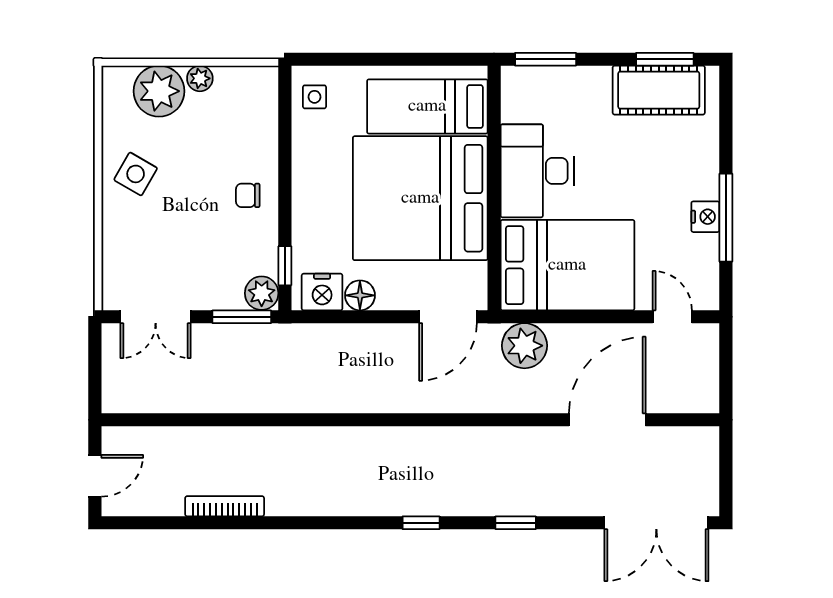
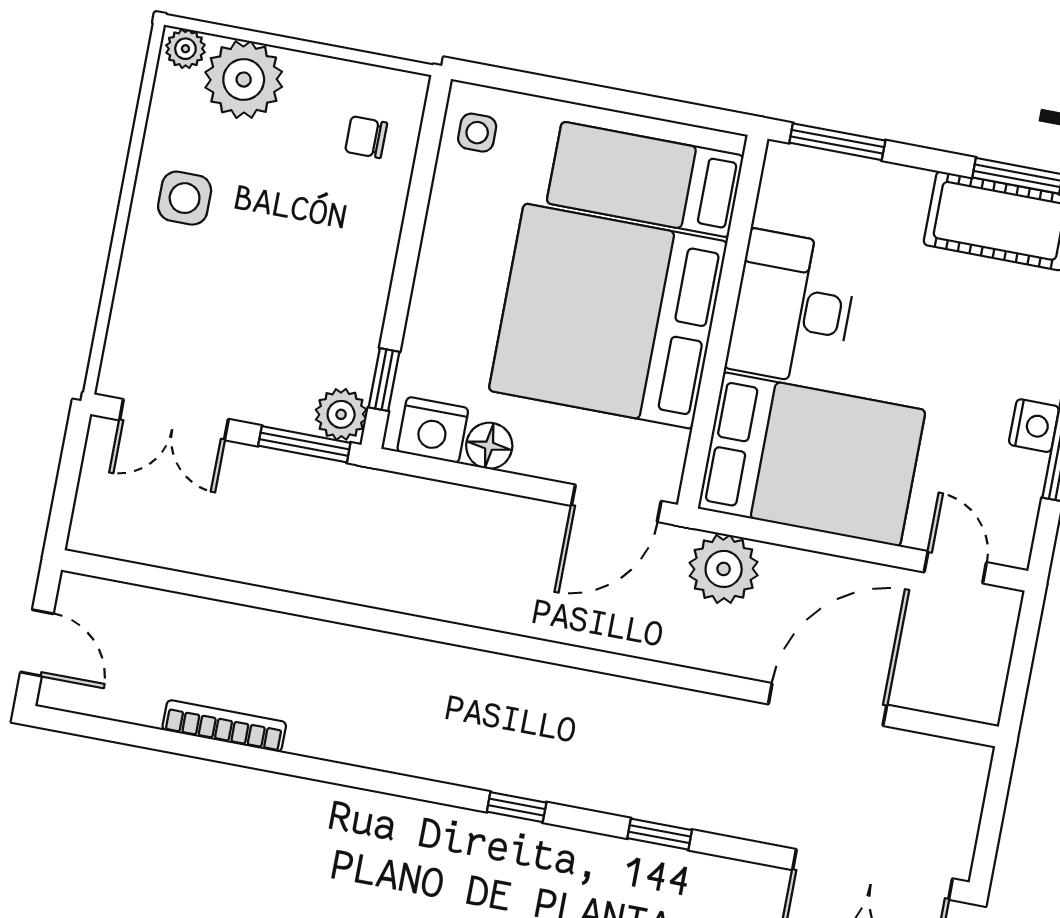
plant: (200, 78) -> (185, 49), moved
side table: (136, 174) -> (185, 198), turned -30
chair: (248, 195) -> (366, 137), moved
door: (95, 476) -> (37, 643), hinge flipped

